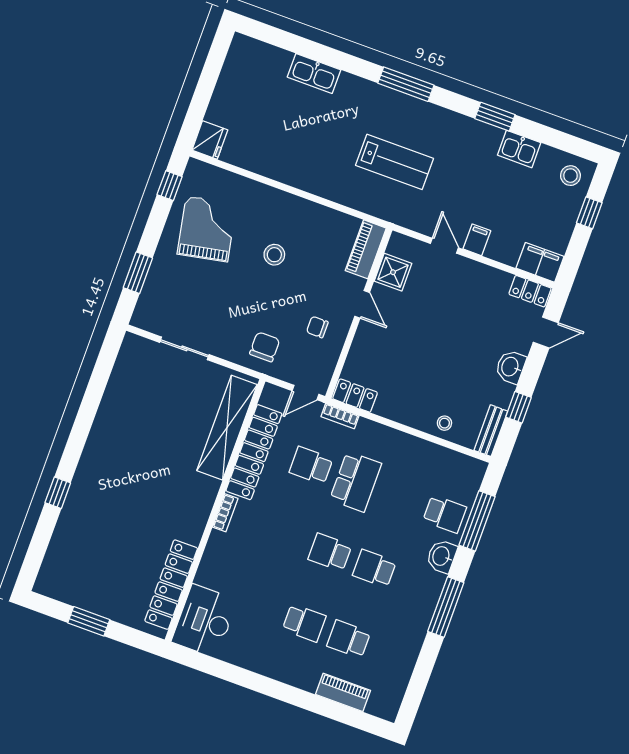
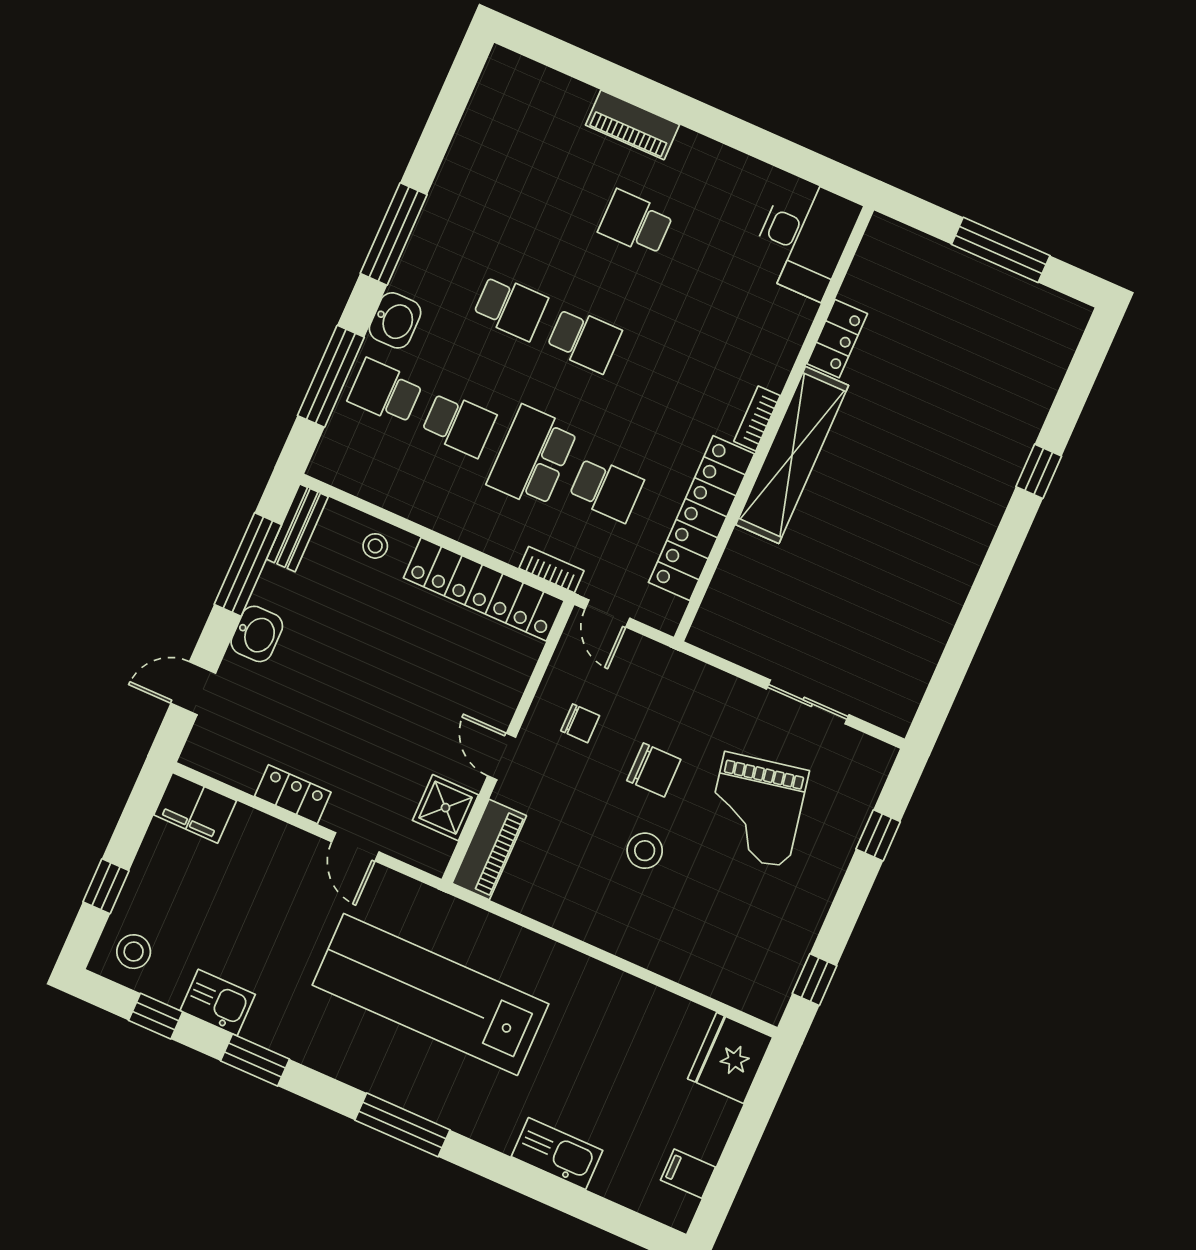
window: (555, 139) -> (156, 1016), added
fridge: (210, 140) -> (730, 1058), width x1.36, depth x1.34
lab bench: (395, 162) -> (431, 994), width x1.86, depth x1.39
grand piano: (207, 229) -> (756, 810), moved
filing cabinet: (477, 240) -> (688, 1174), moved, turned 90
window: (138, 273) -> (878, 835), width x0.67
locker: (530, 291) -> (293, 794), moved
chair: (265, 347) -> (654, 770), moved, turned -90
door: (305, 392) -> (607, 614), swing flipped
locker: (355, 396) -> (484, 589), width x2.16, depth x1.21
window: (518, 407) -> (248, 564), width x2.17
shelving: (227, 428) -> (792, 455), moved
locker: (171, 585) -> (837, 339), width x0.46, depth x0.83
window: (89, 621) -> (1001, 250), width x1.44
school desk: (349, 639) -> (459, 424), moved
piano: (343, 692) -> (632, 125), moved

